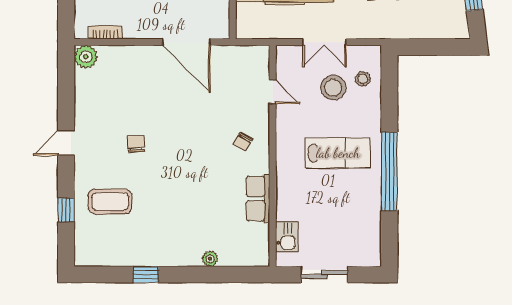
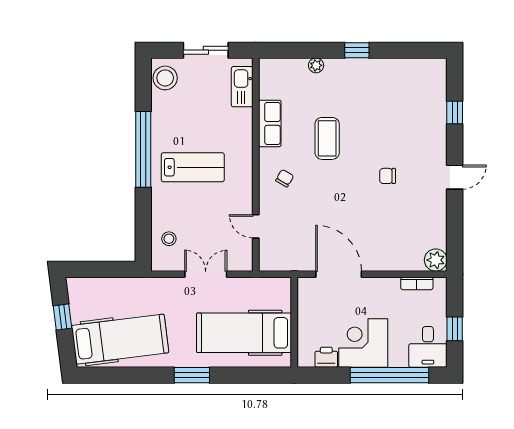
stool: (333, 88) -> (165, 78), moved
chair: (136, 144) -> (388, 176), turned 93
lab bench: (338, 153) -> (193, 167), turned 180
coffee table: (110, 202) -> (327, 138), moved, turned 90
kitchen sink: (287, 237) -> (242, 87), width x1.38
window: (146, 275) -> (357, 50), moved

